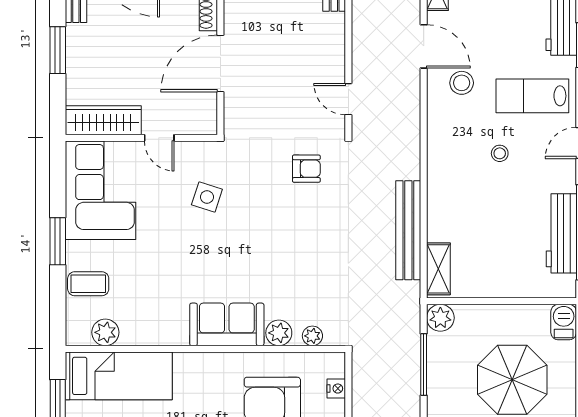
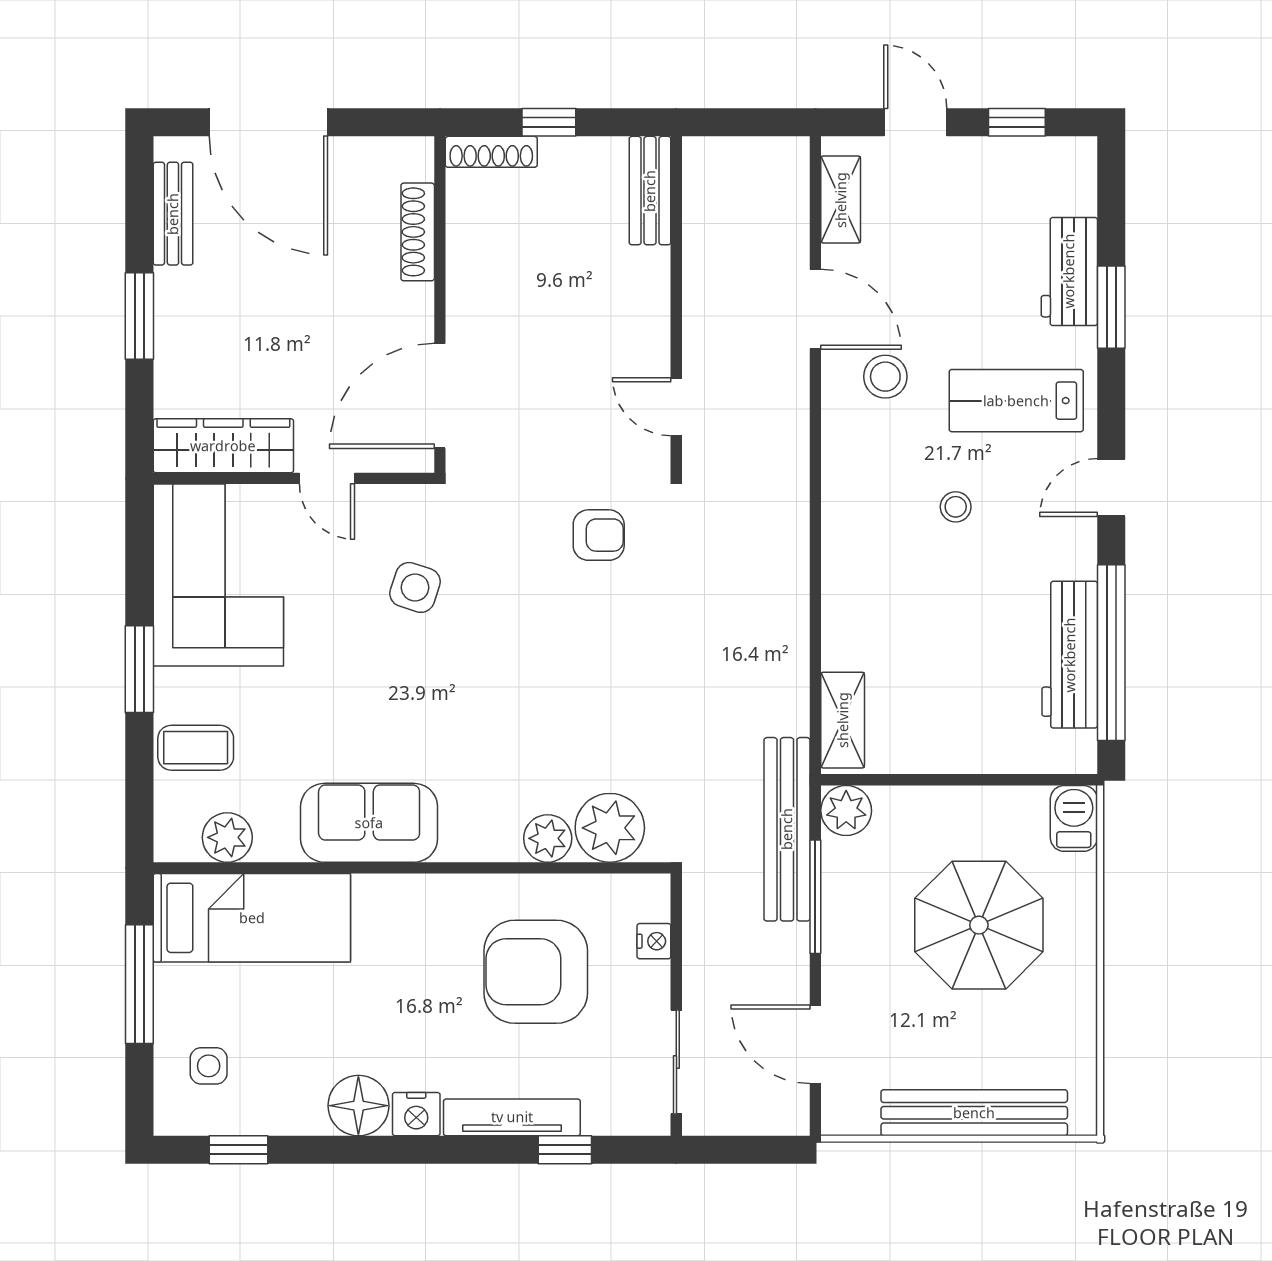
door: (220, 64) -> (440, 396), moved
bench: (408, 230) -> (787, 829), moved
sofa: (227, 324) -> (369, 823), moved
plant: (312, 336) -> (610, 828), width x1.87, depth x1.87

